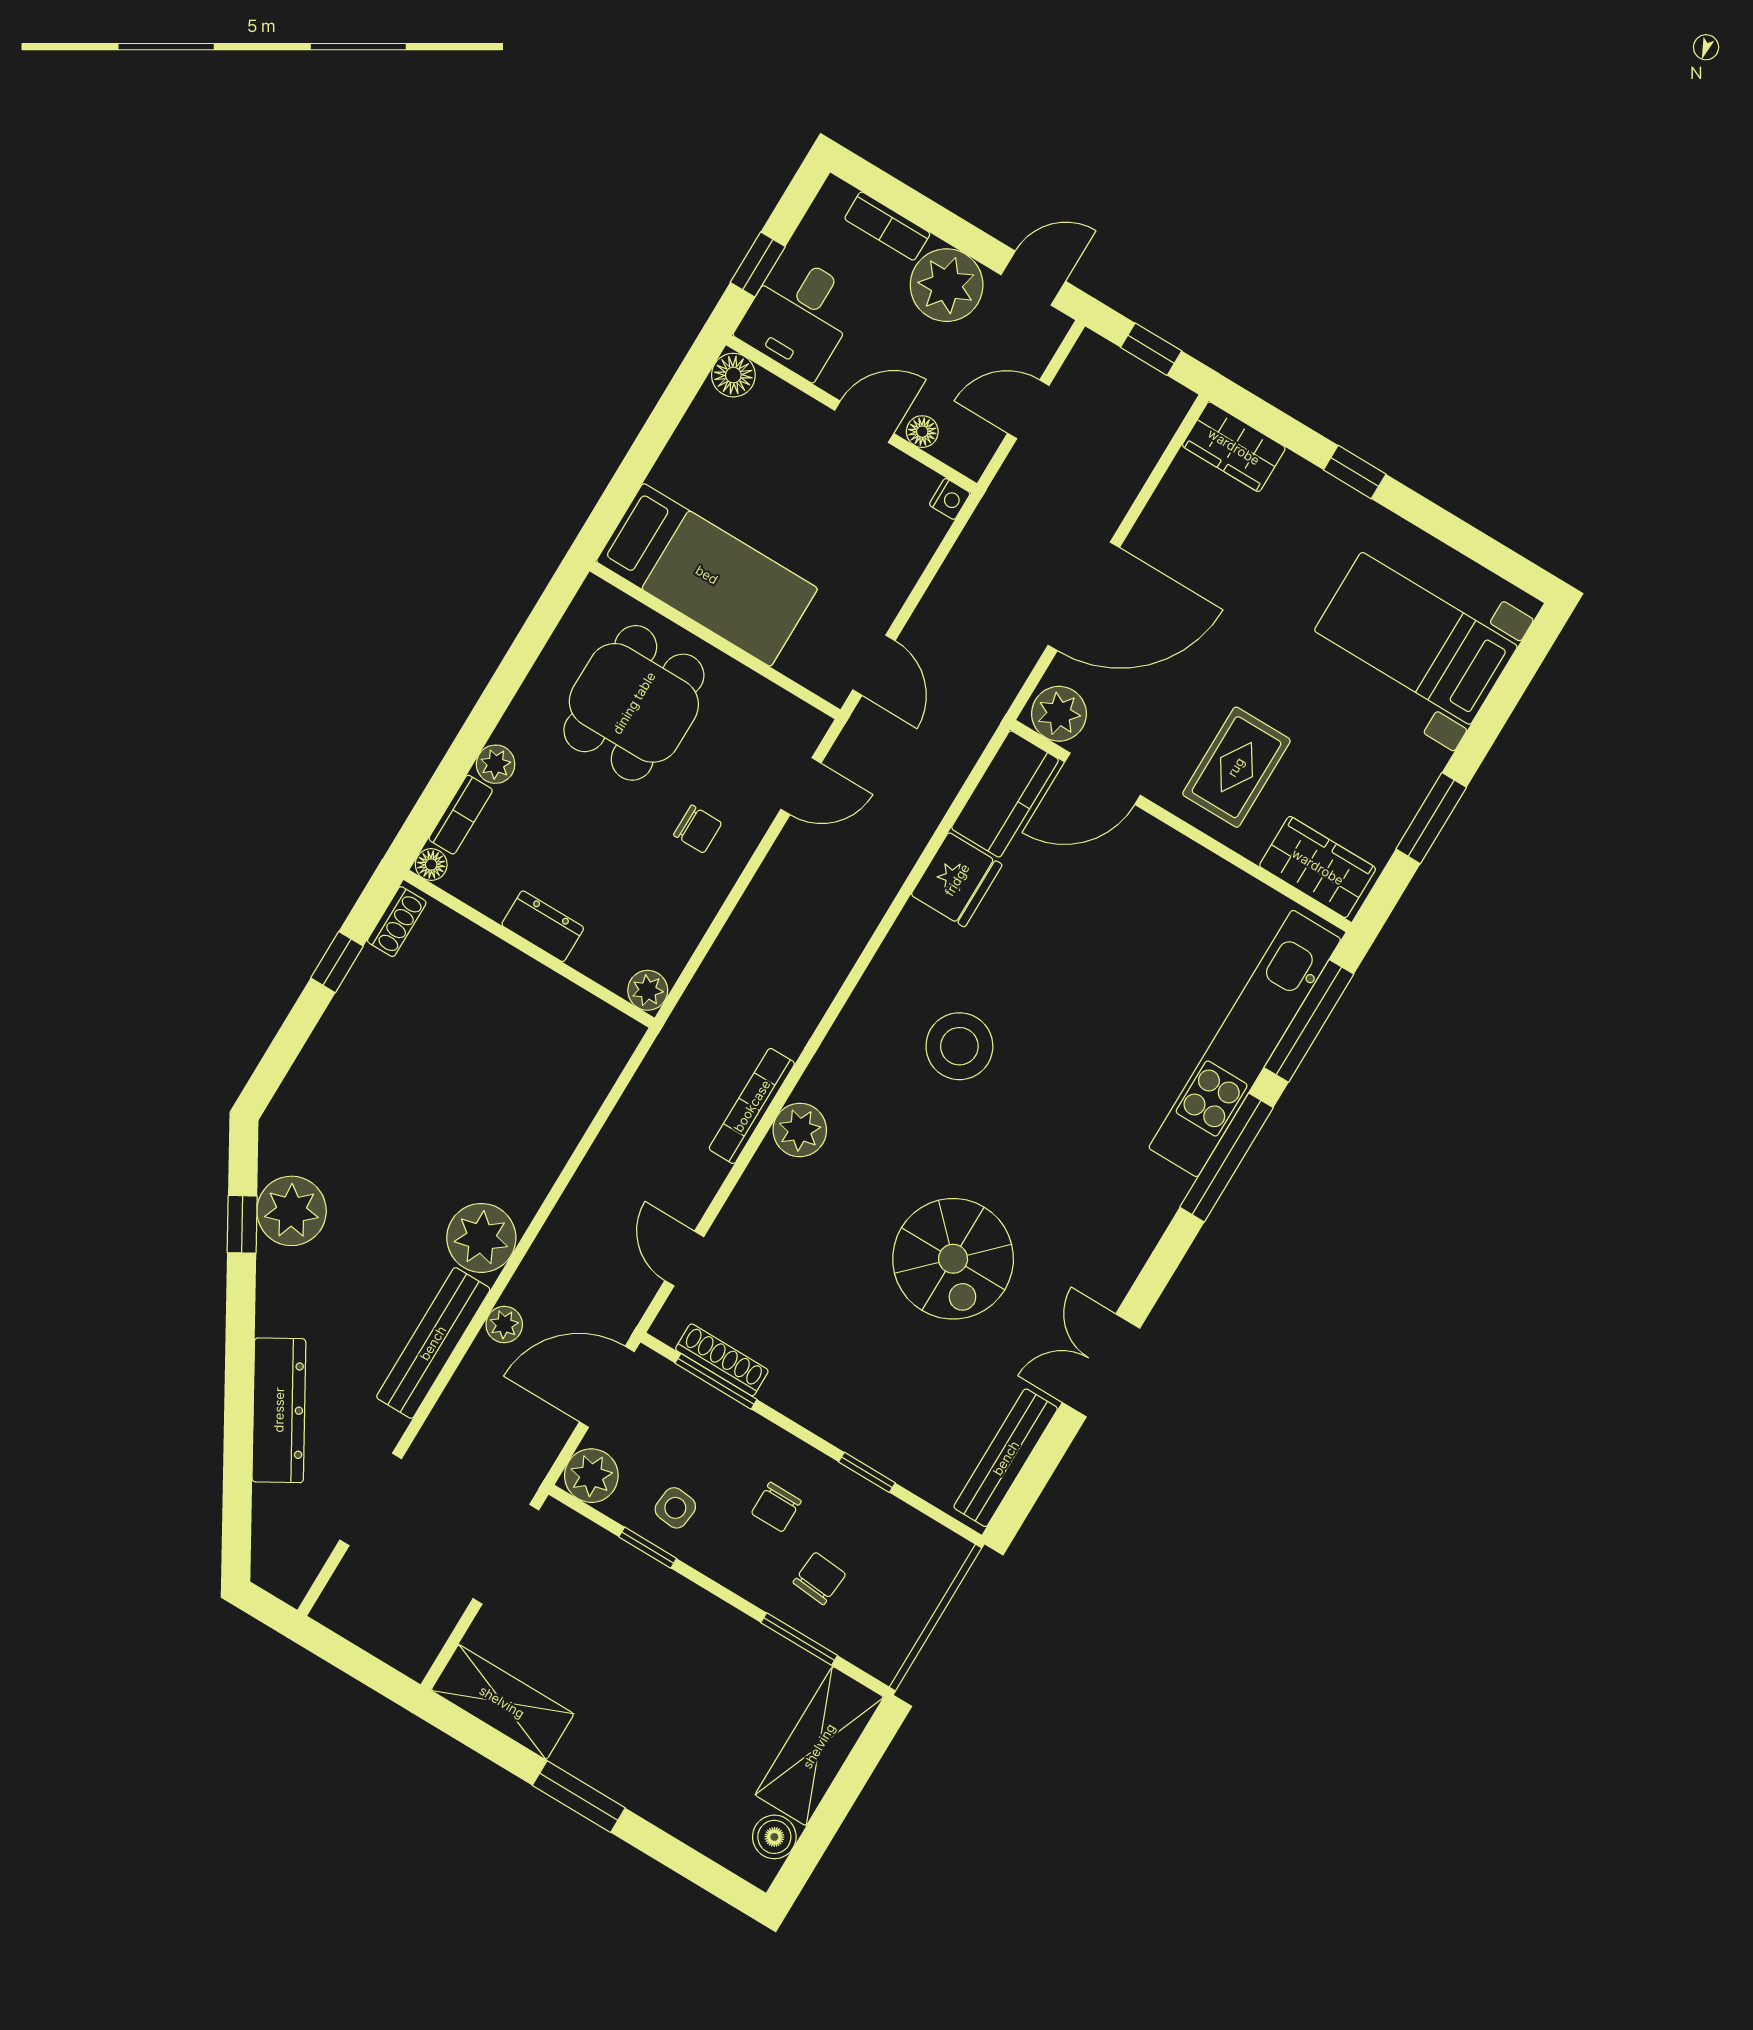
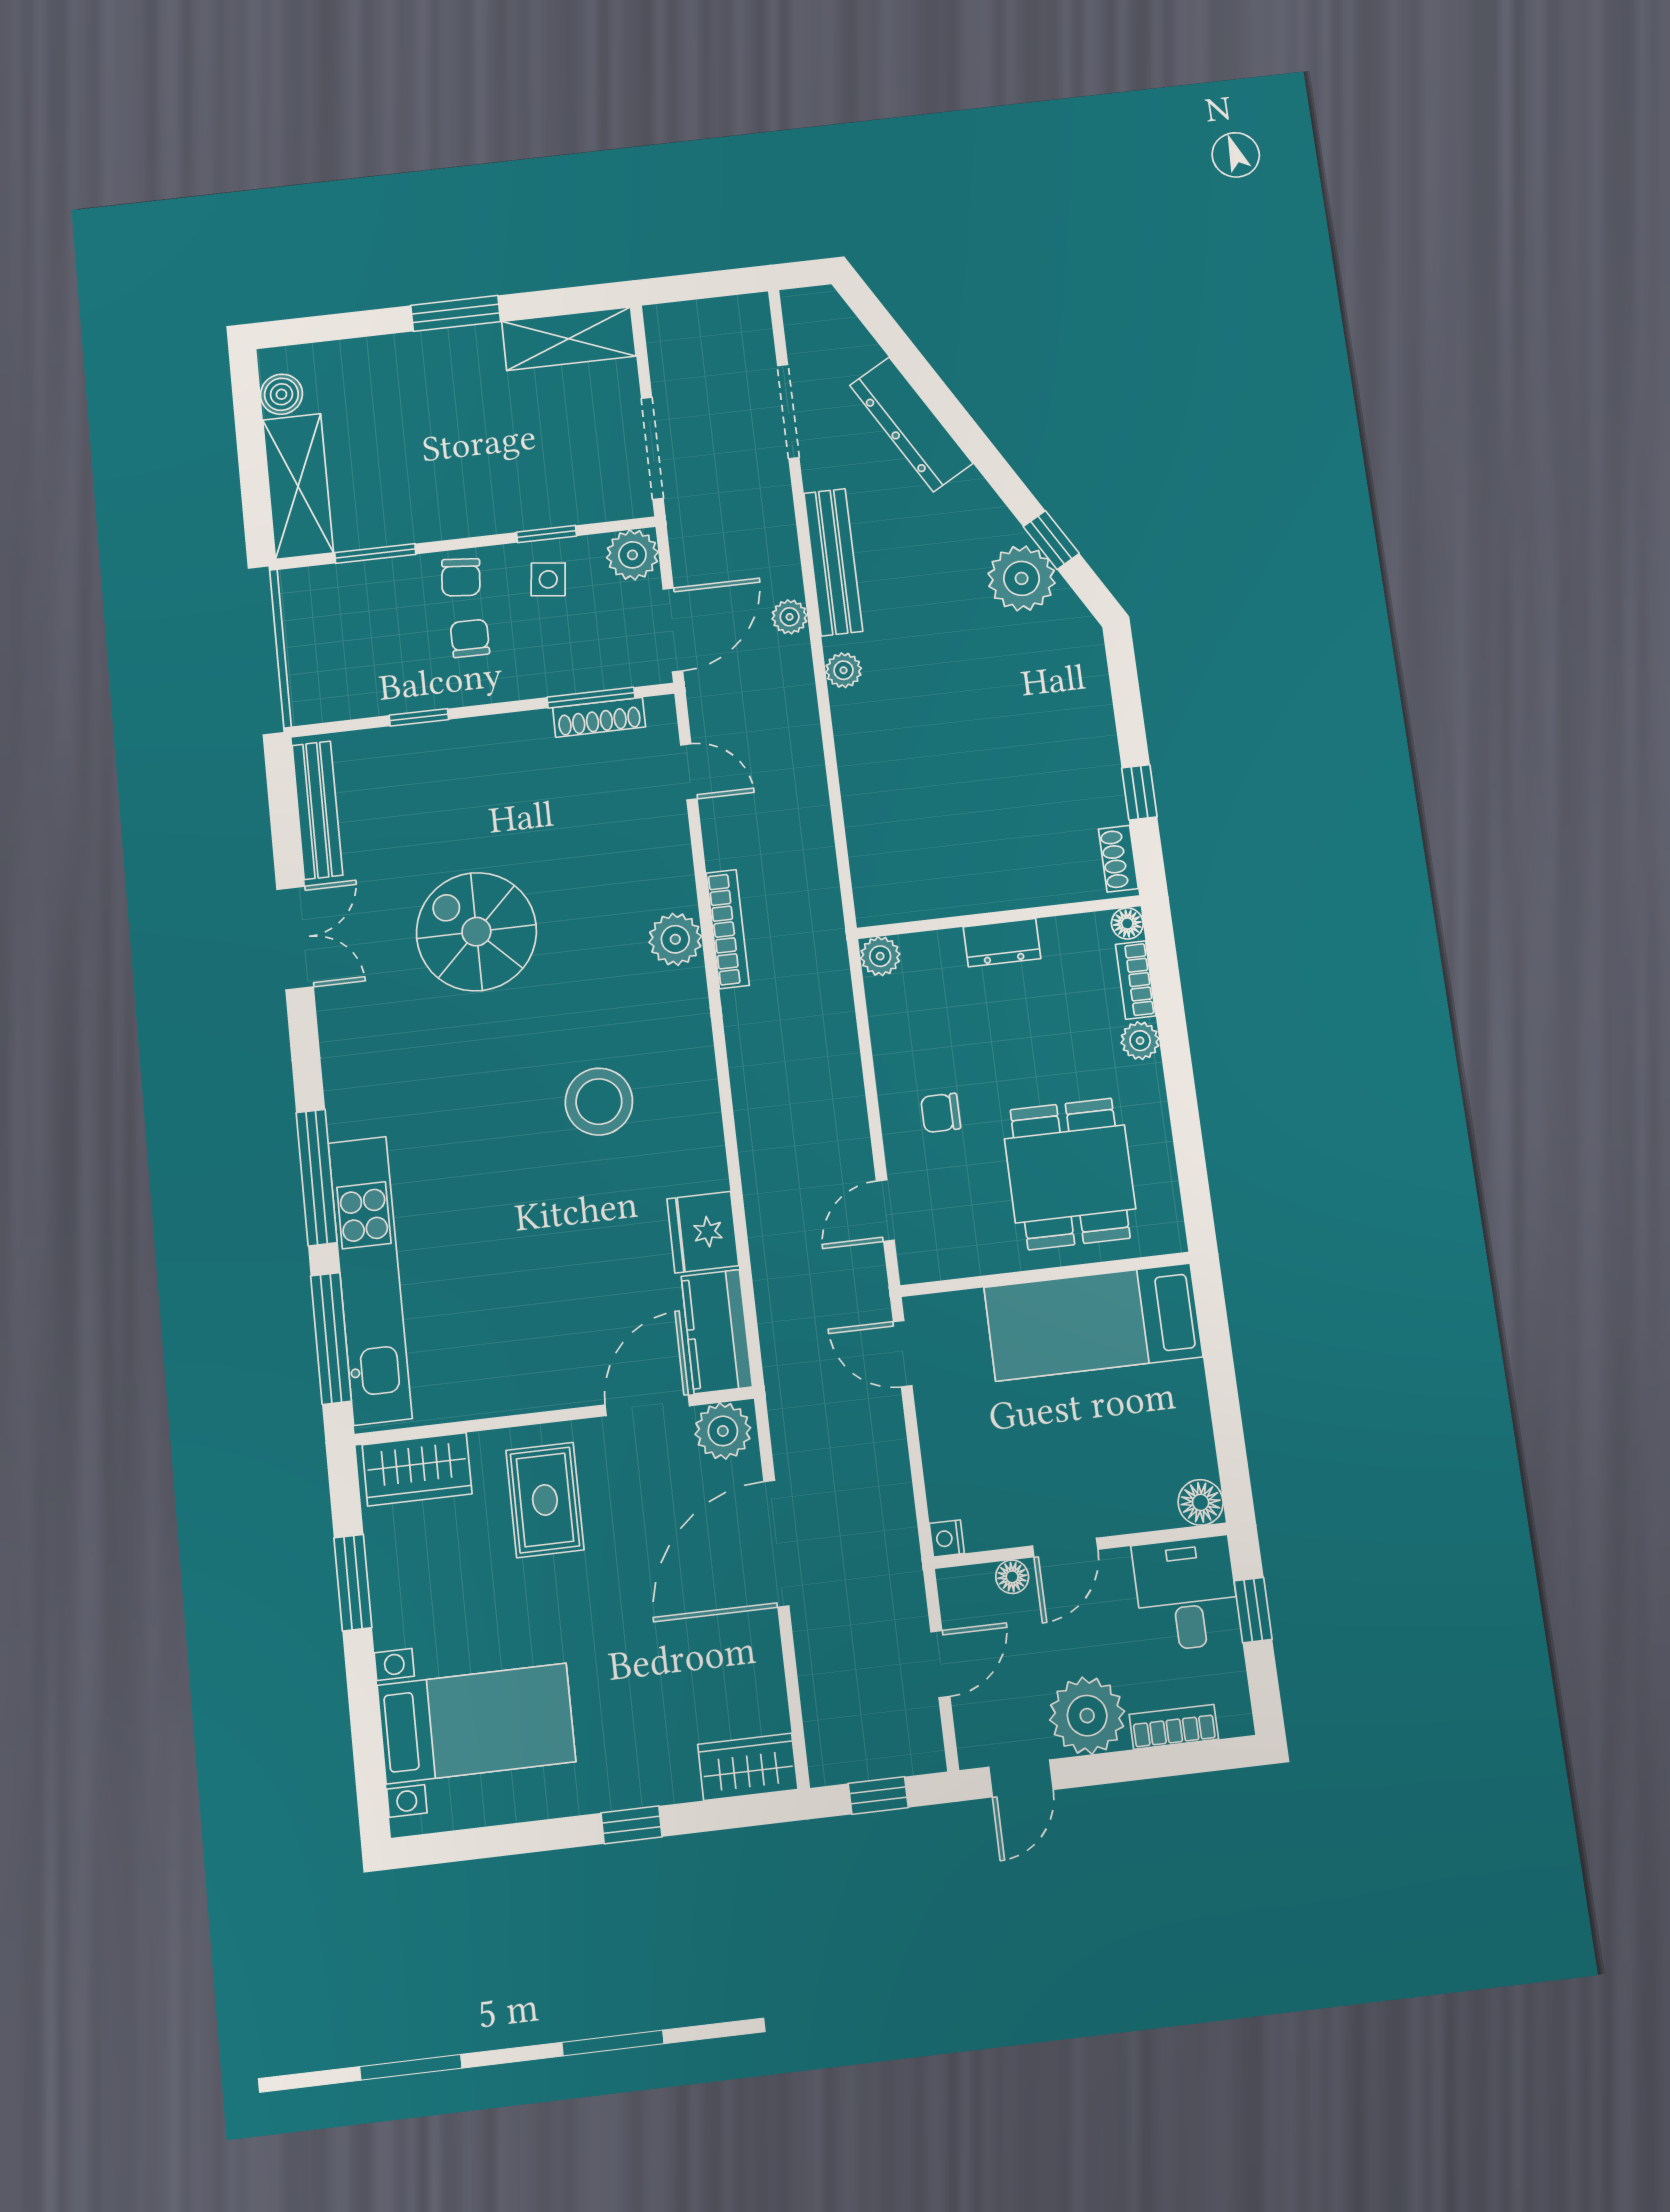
plant: (481, 1238) -> (844, 670), width x0.53, depth x0.53
chair: (819, 1578) -> (461, 577), moved

